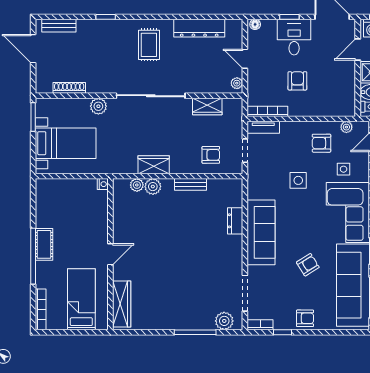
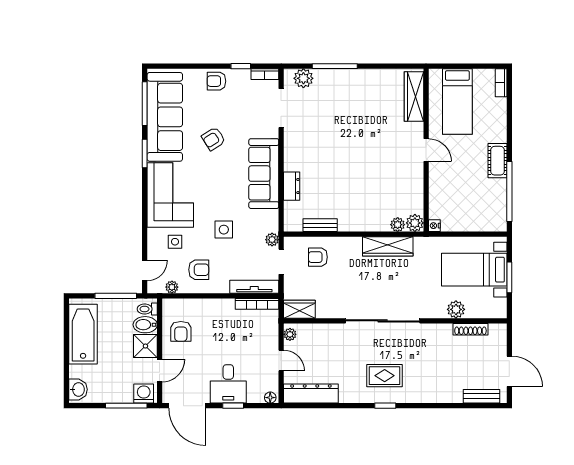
window: (106, 17) -> (385, 406), moved
dresser: (199, 28) -> (311, 394), moved
rug: (149, 45) -> (385, 376), turned 90
armchair: (297, 81) -> (181, 331), moved
plant: (98, 106) -> (456, 309), moved
wardrobe: (207, 106) -> (299, 309), moved
window: (33, 117) -> (509, 277), moved
tv unit: (263, 127) -> (254, 287), width x1.41
wardrobe: (154, 165) -> (388, 246), width x1.50
plant: (253, 171) -> (272, 240), added
bench: (190, 184) -> (320, 225), moved
plant: (153, 187) -> (415, 223), moved
door: (110, 254) -> (426, 150), swing flipped
window: (33, 256) -> (509, 192), moved
bookcase: (41, 309) -> (501, 83), width x0.64

